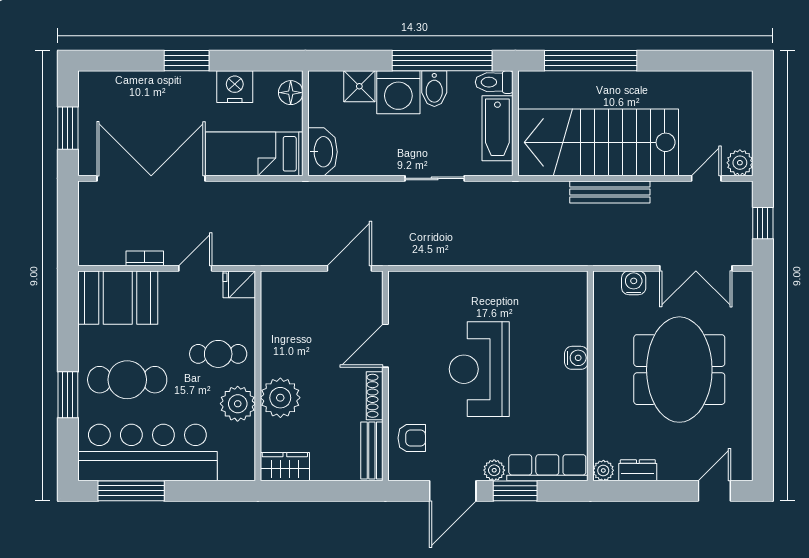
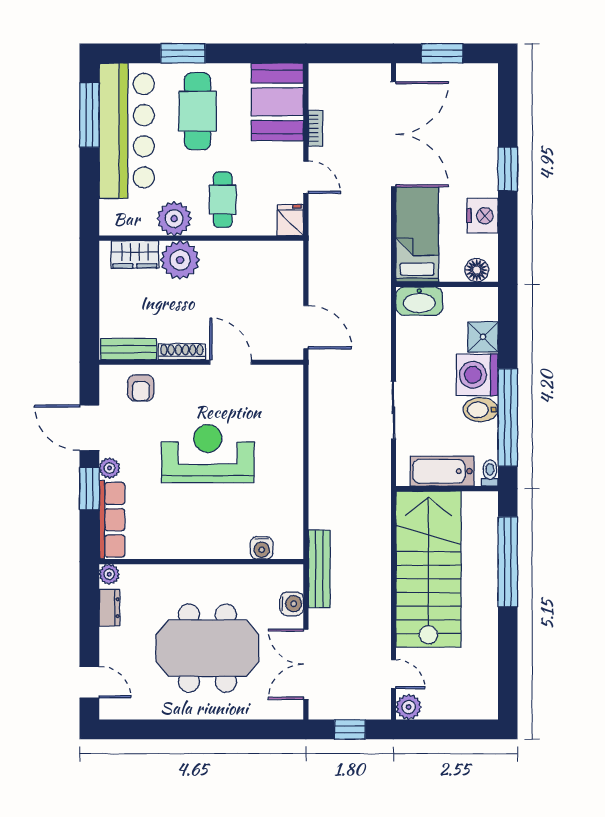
toilet: (494, 82) -> (490, 473), width x0.73, depth x0.72
bench: (610, 192) -> (319, 569), moved
water cooler: (576, 358) -> (262, 548), moved
wardrobe: (285, 467) -> (135, 254), moved, turned 90

